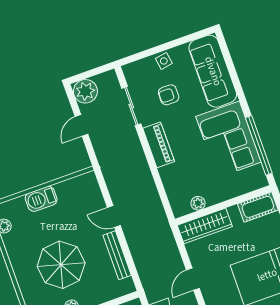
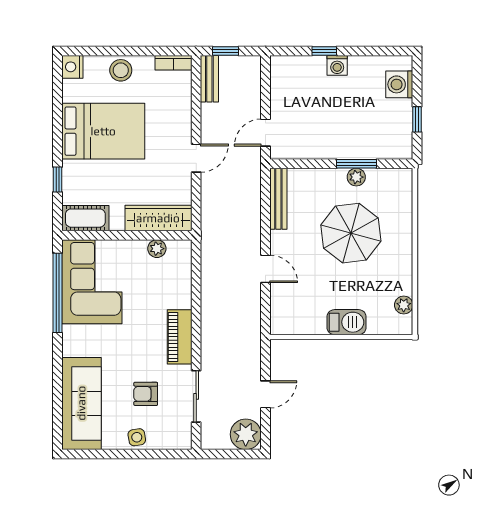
armchair: (169, 95) -> (146, 394), turned 180
corner sofa: (228, 139) -> (92, 282), moved
bench: (117, 255) -> (278, 199), moved

